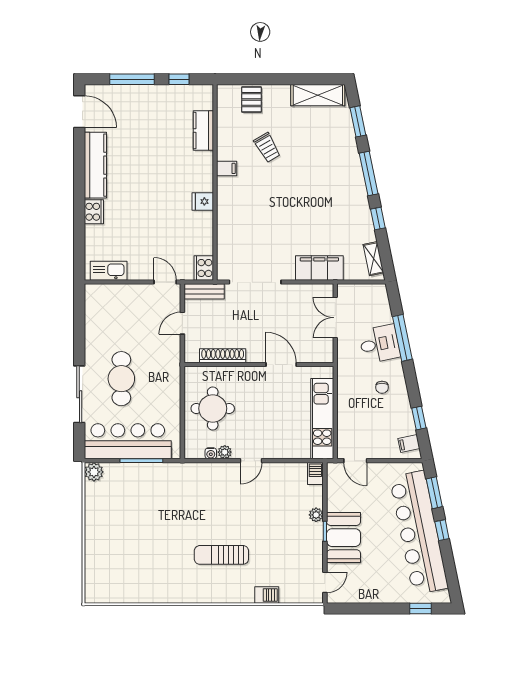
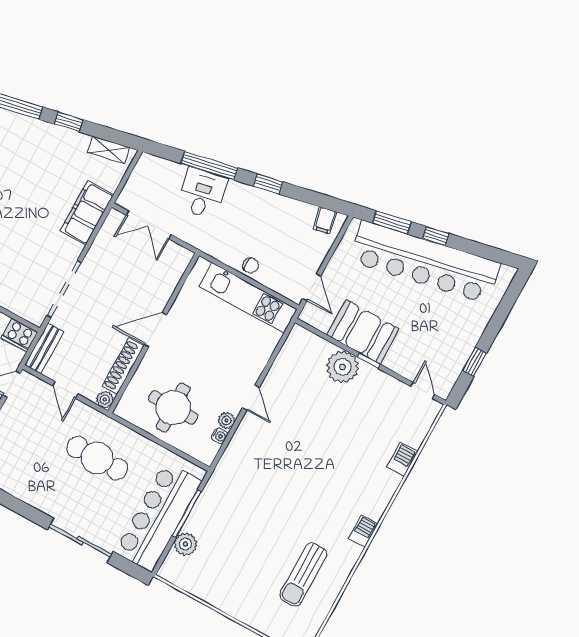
plant: (191, 356) -> (105, 400), added
door: (281, 364) -> (155, 330), moved
cafe table: (121, 379) -> (97, 458), moved
chair: (382, 387) -> (251, 266), moved
window: (419, 418) -> (268, 184), moved
door: (355, 461) -> (312, 287), hinge flipped
plant: (94, 472) -> (185, 544), moved
barbecue: (315, 474) -> (363, 531), moved, turned 90
plant: (316, 515) -> (342, 367), width x1.88, depth x1.88
booth: (344, 538) -> (363, 332), moved
sun lounger: (221, 555) -> (303, 574), moved
window: (420, 608) -> (475, 362), moved

